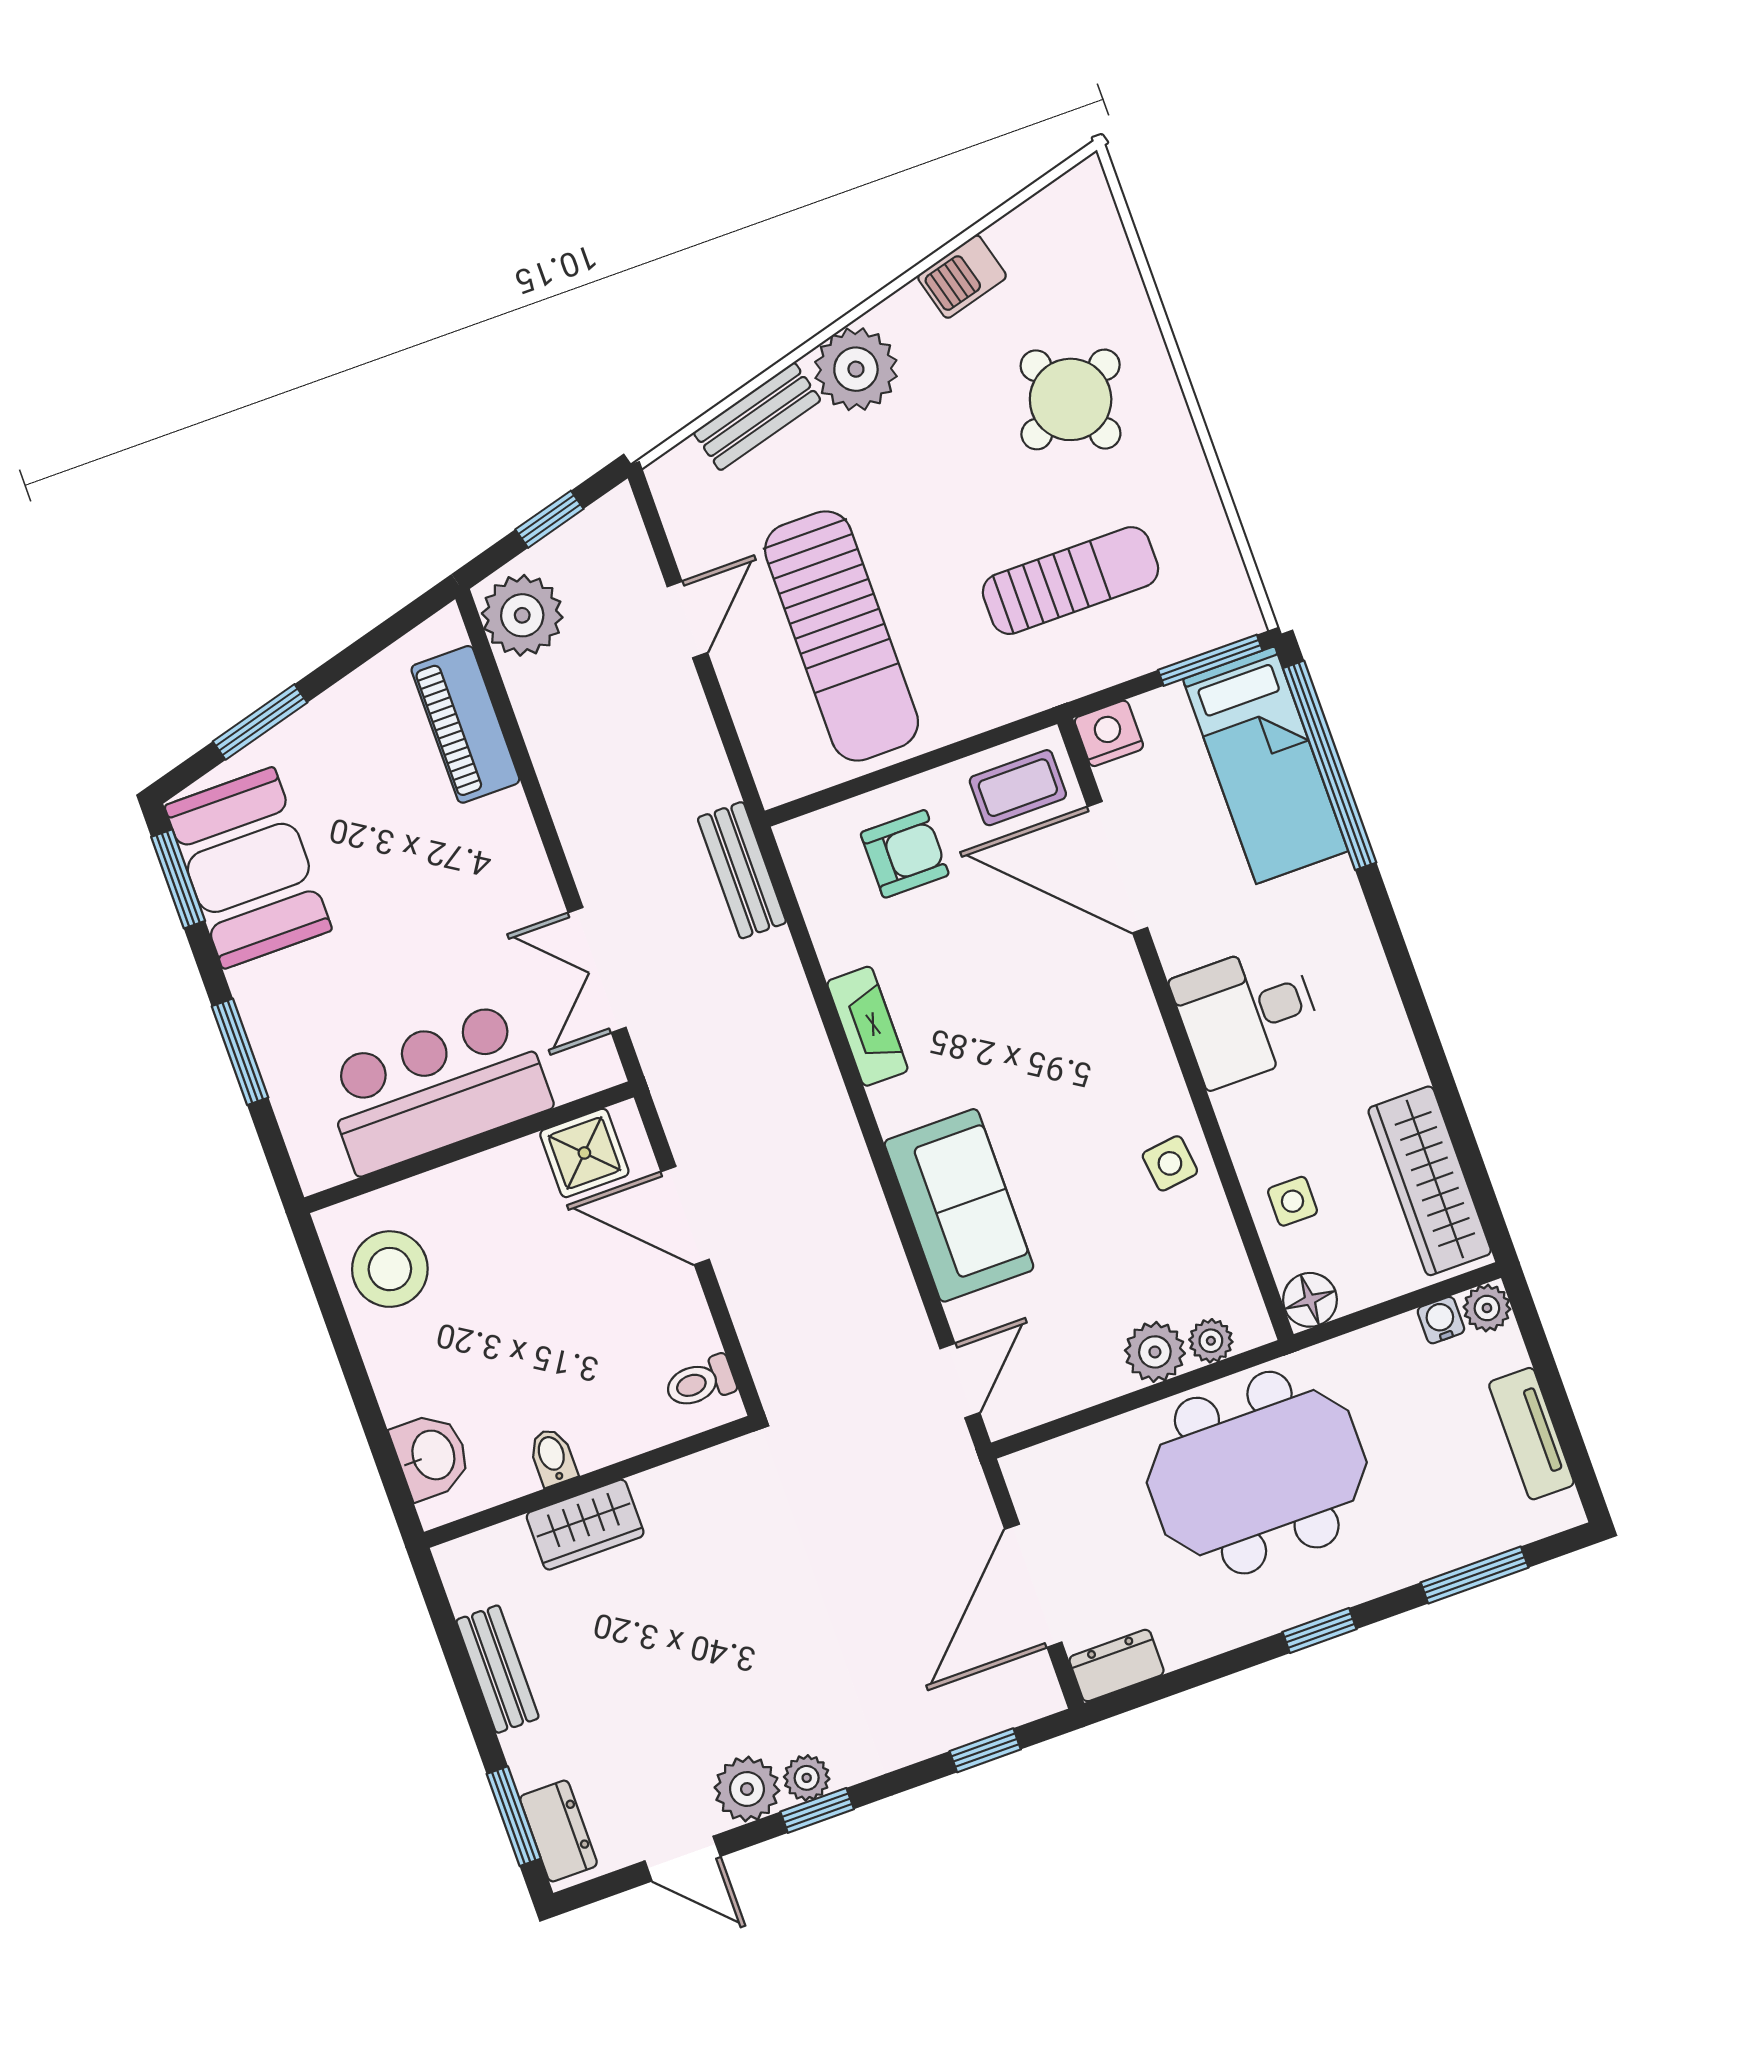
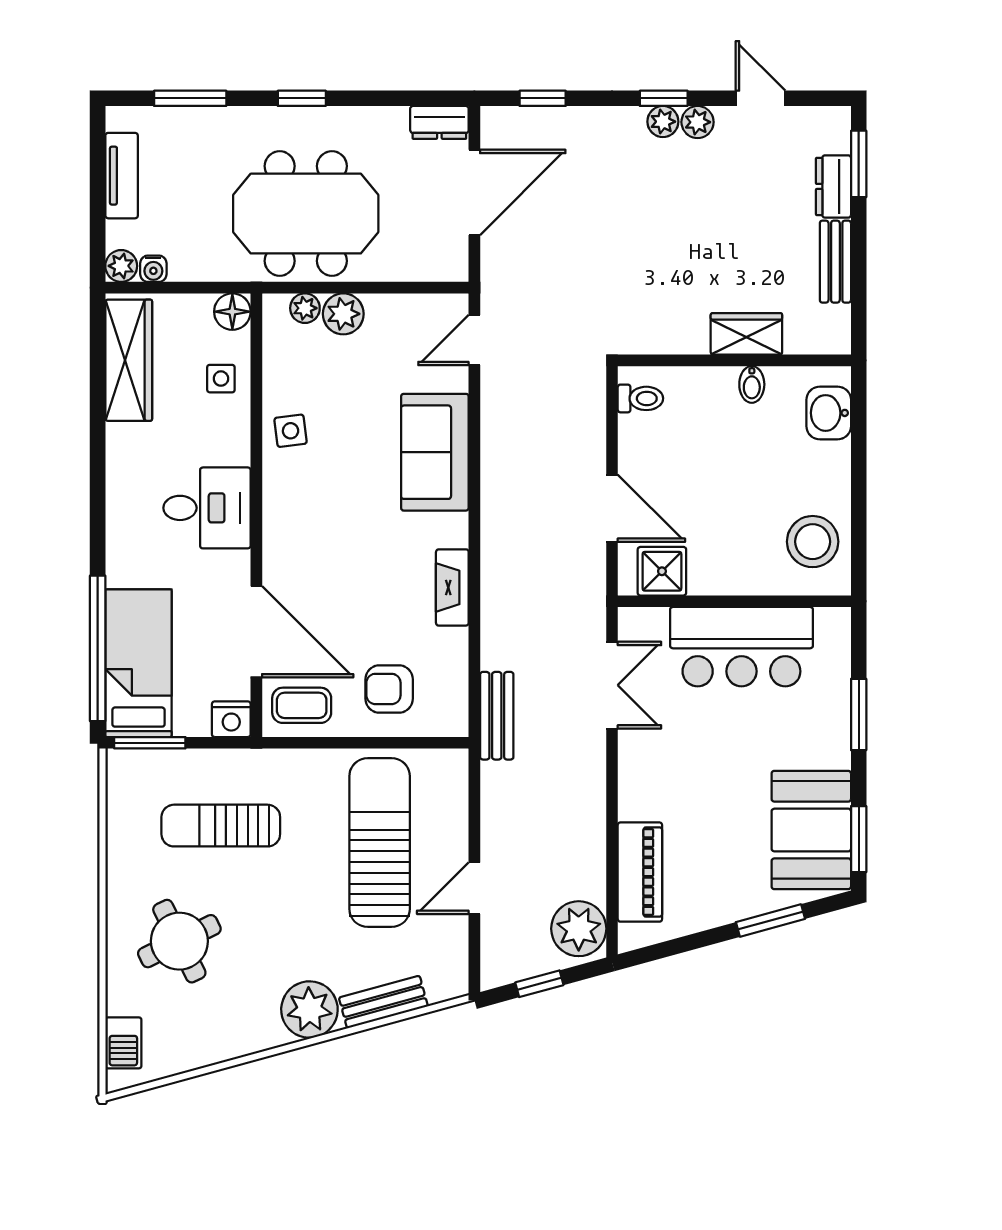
barbecue: (962, 277) -> (123, 1043), moved, turned 105
plant: (747, 1789) -> (698, 122), width x0.73, depth x0.73
dresser: (558, 1831) -> (833, 186), moved

